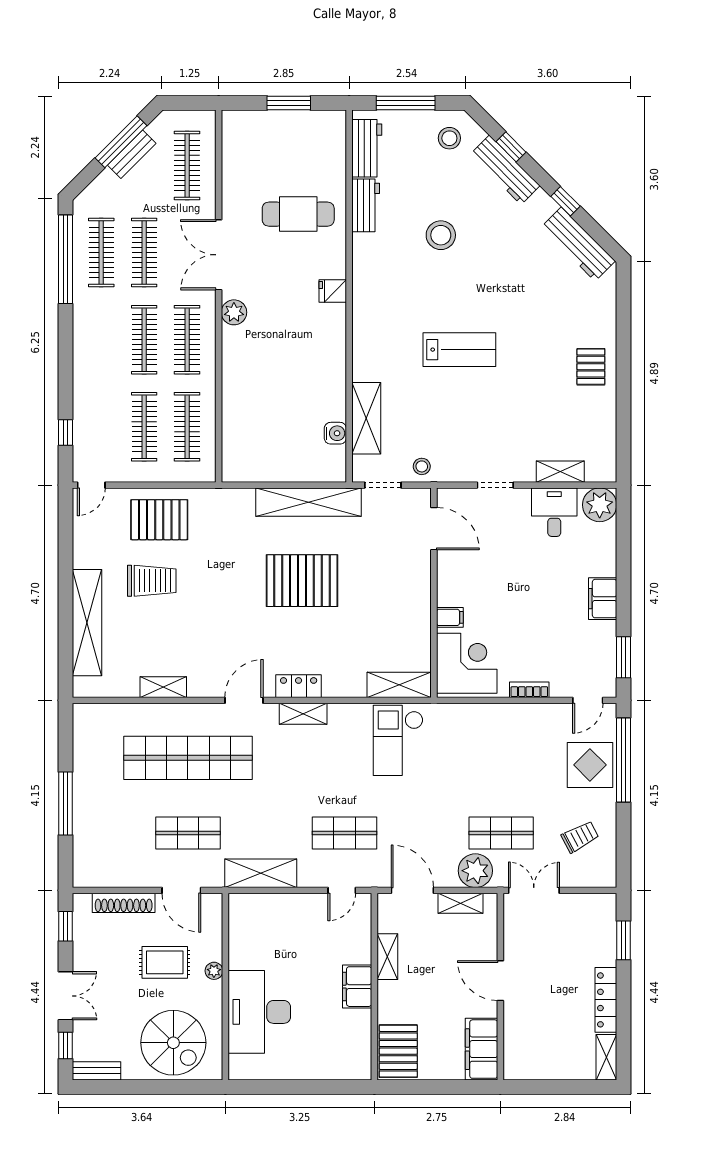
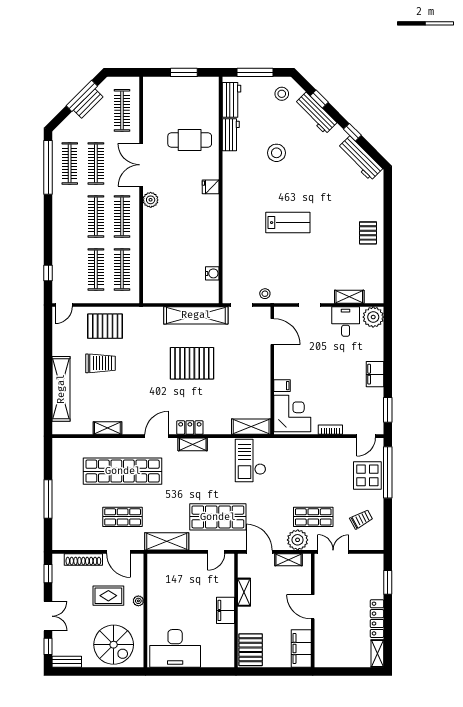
shelving: (366, 418) -> (231, 264), removed
shop shelf: (345, 833) -> (218, 517), width x1.43, depth x1.36
desk: (259, 1012) -> (175, 648), moved, turned -90

